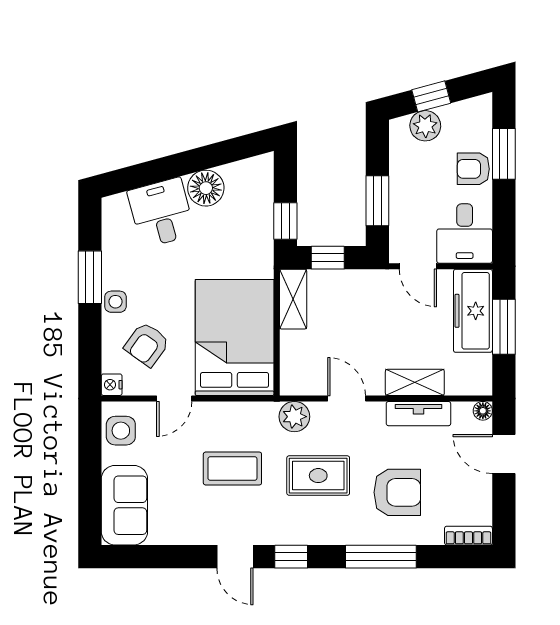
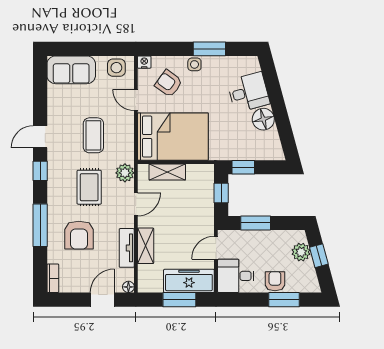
shelving: (293, 299) -> (167, 172), moved

